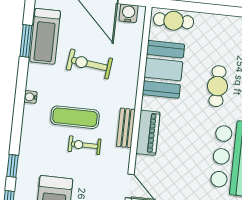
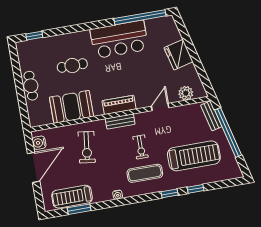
cafe table: (174, 21) -> (31, 86), moved
treadmill: (45, 36) -> (72, 197), turned 180
exercise bike: (89, 64) -> (87, 147), moved
exercise mat: (75, 117) -> (145, 173), moved, turned 90

